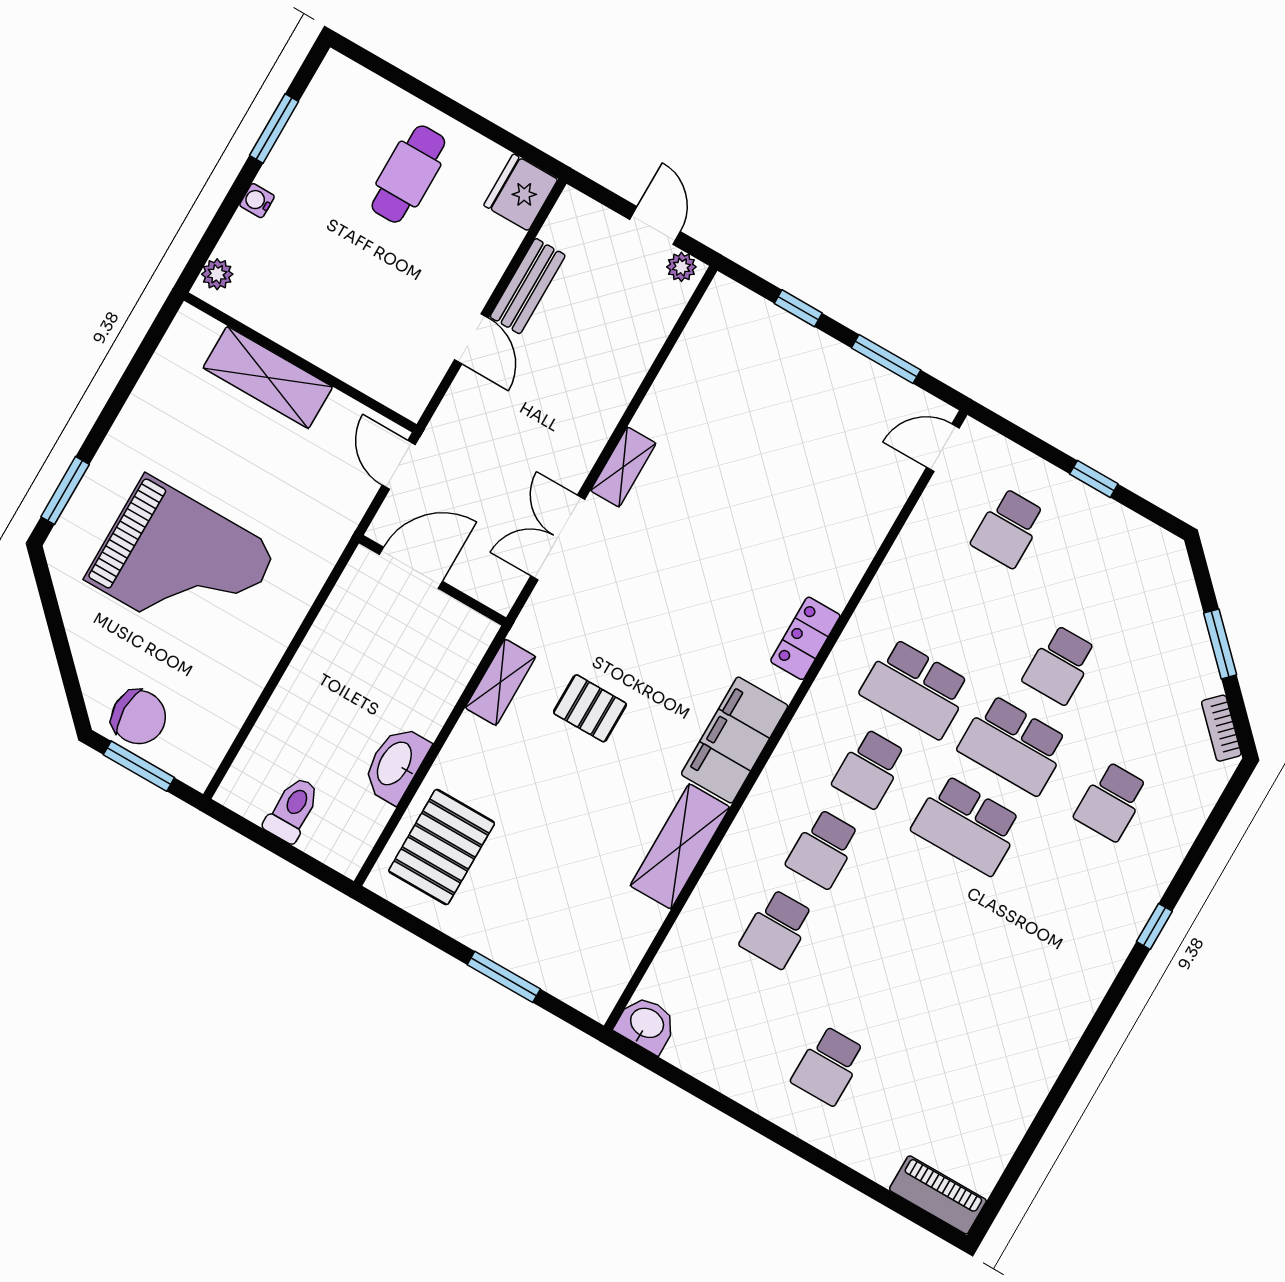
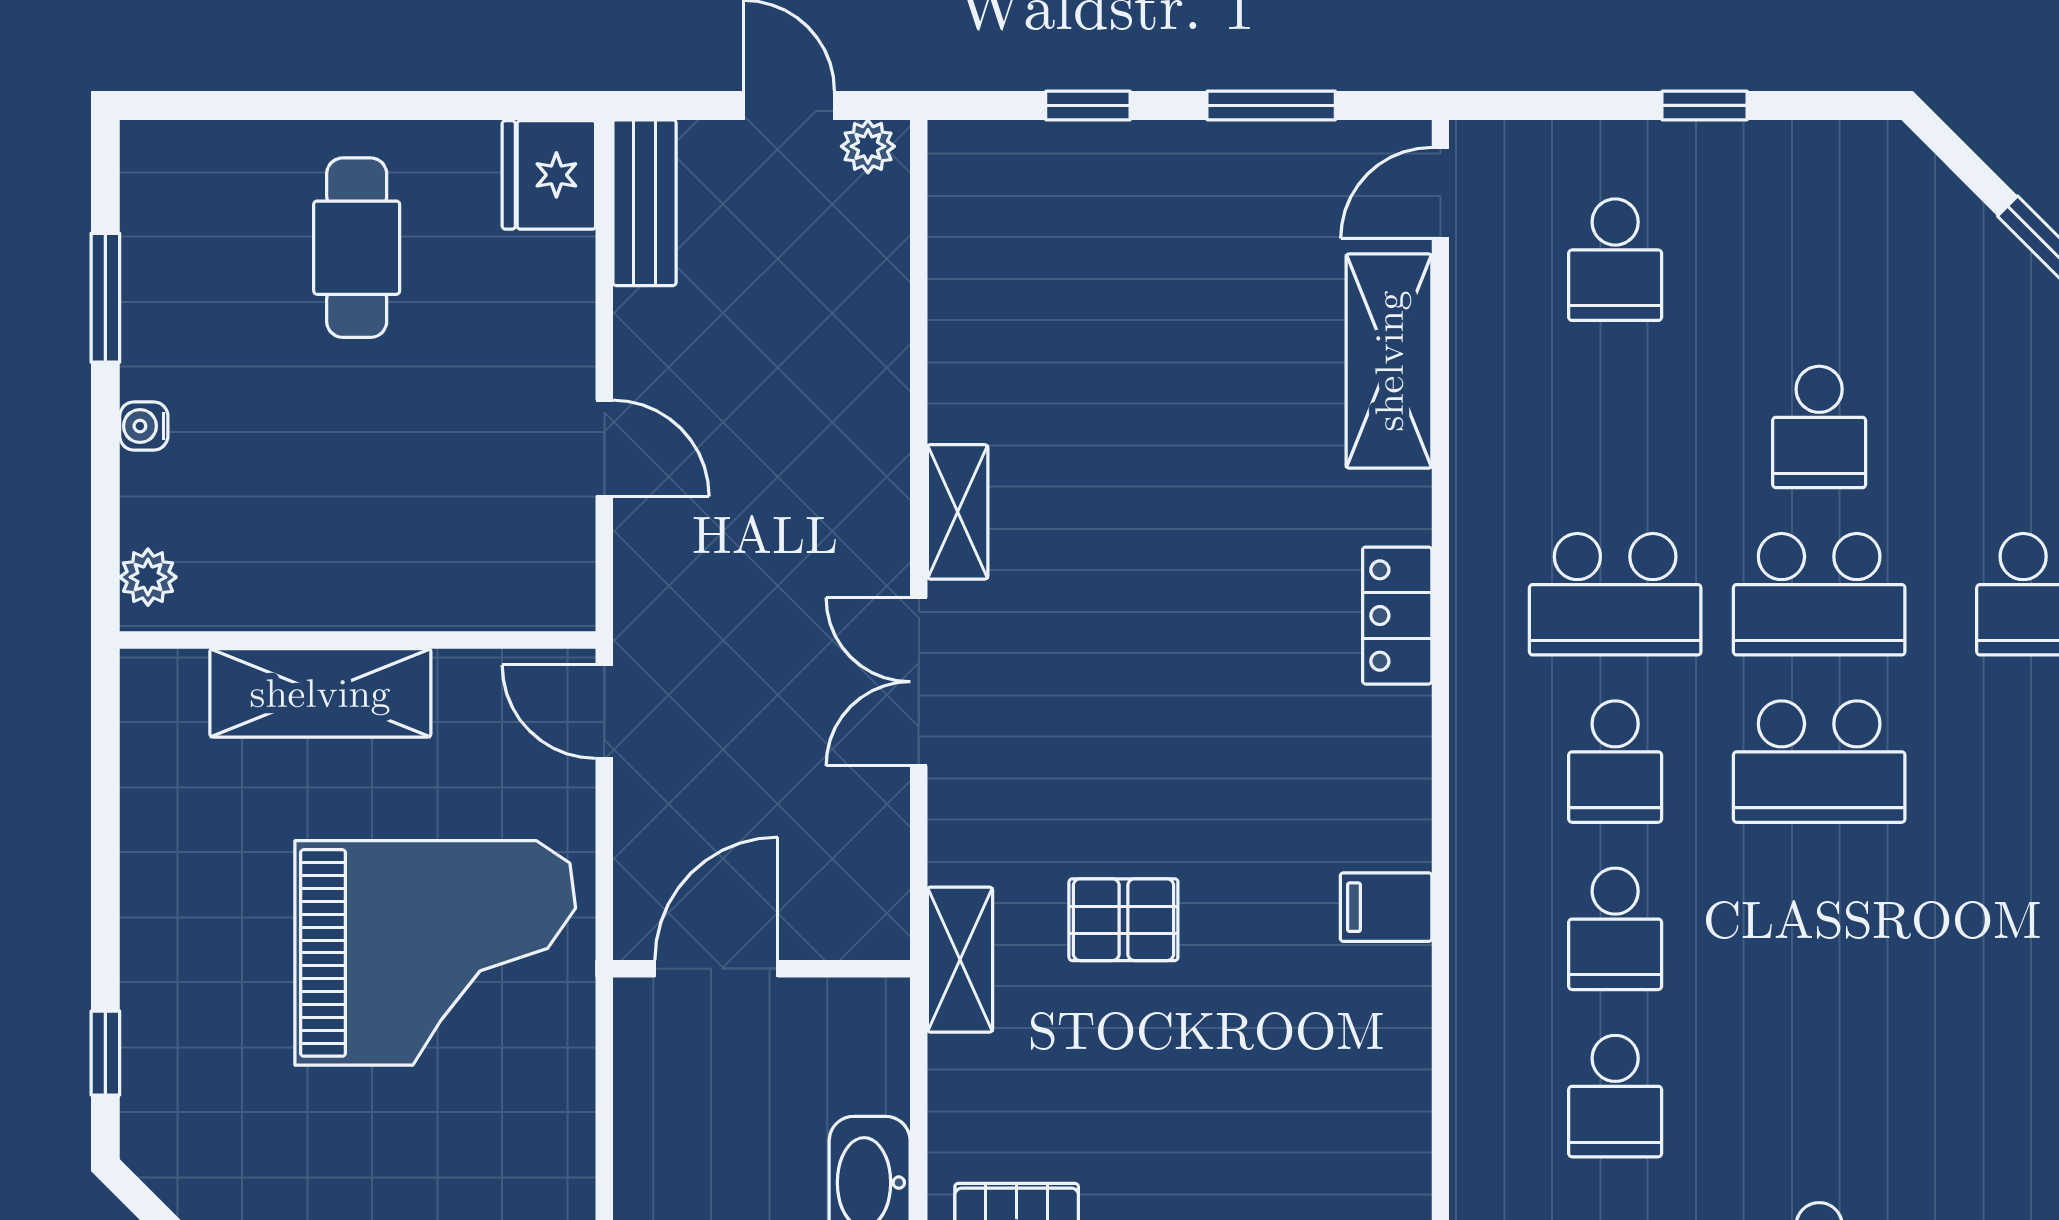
bench: (528, 286) -> (644, 203), moved
window: (65, 491) -> (105, 1053), width x0.67
grand piano: (181, 565) -> (435, 953), moved
door: (411, 568) -> (716, 969), moved
wall: (433, 580) -> (761, 969), moved
filing cabinet: (735, 740) -> (1386, 907), width x0.33, depth x0.86
shelving: (680, 846) -> (1389, 361), moved

